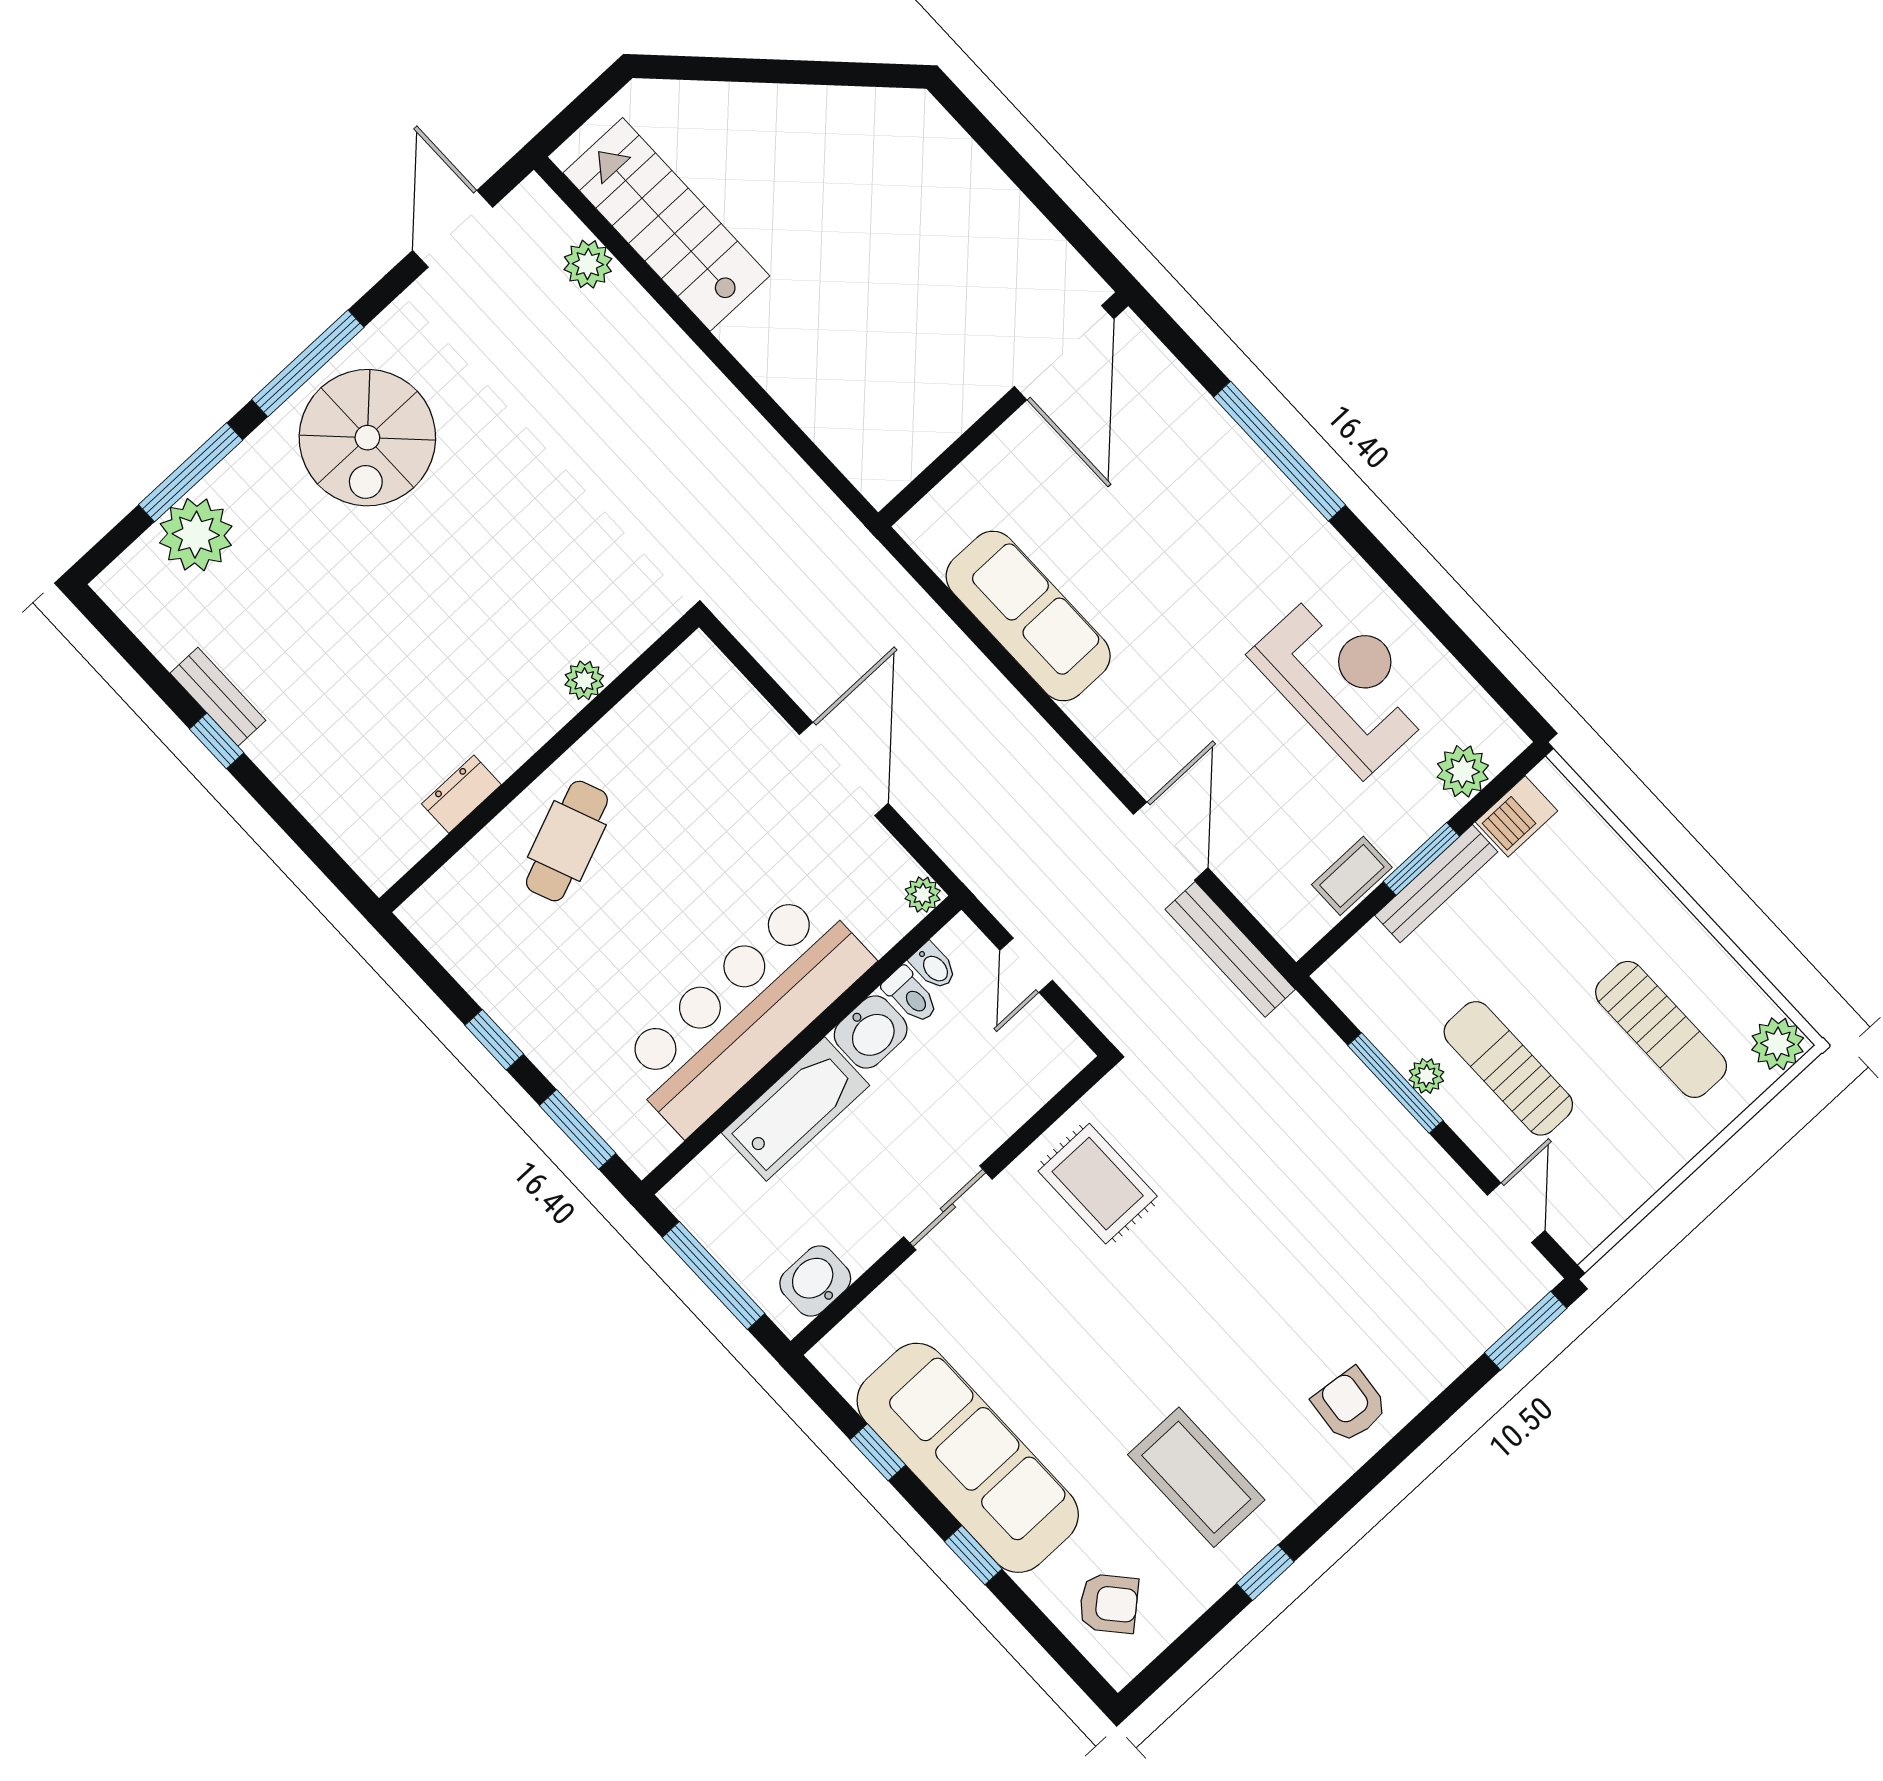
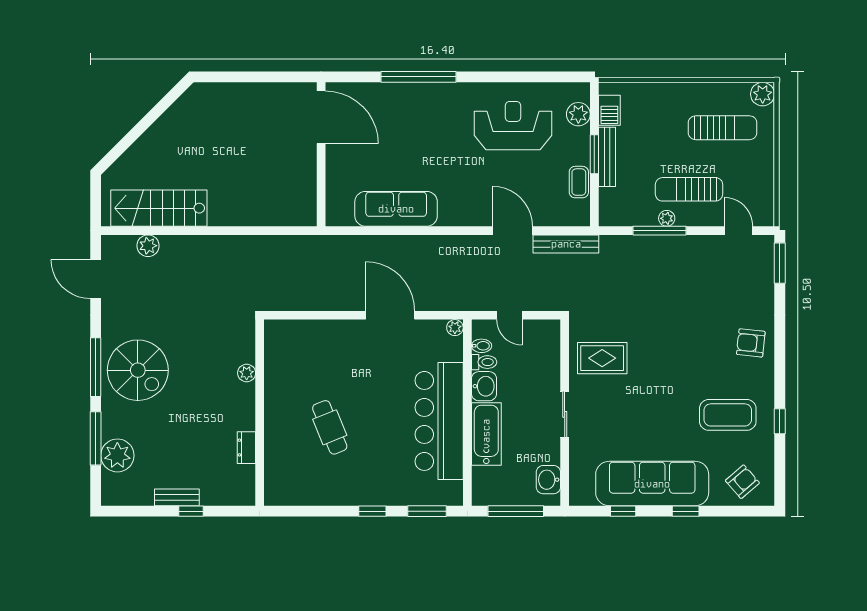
plant: (584, 680) -> (247, 373), moved
wall: (539, 763) -> (260, 413), moved
dresser: (461, 794) -> (246, 448), moved

